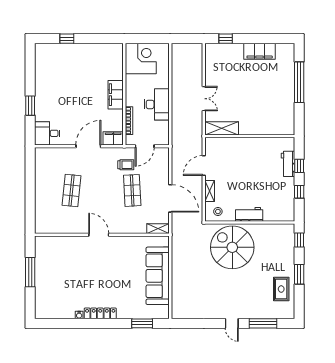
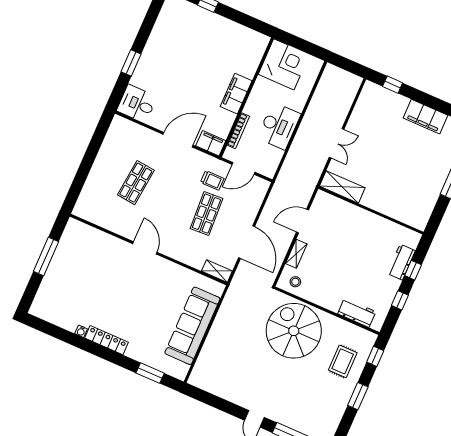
workbench: (249, 214) -> (357, 313), moved
rug: (281, 289) -> (343, 361), moved

